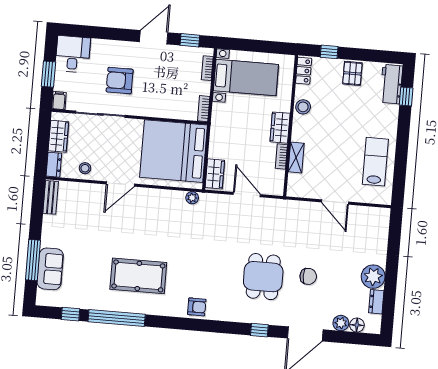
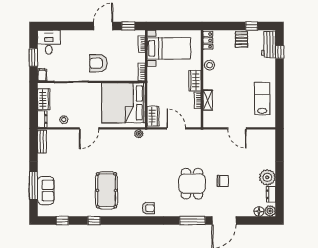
window: (329, 52) -> (252, 26), moved
armchair: (120, 81) -> (98, 63), moved
pool table: (138, 276) -> (107, 190), turned 90
window: (117, 318) -> (94, 220), width x0.32
plant: (341, 323) -> (270, 211), moved
window: (259, 330) -> (192, 220), width x2.17

